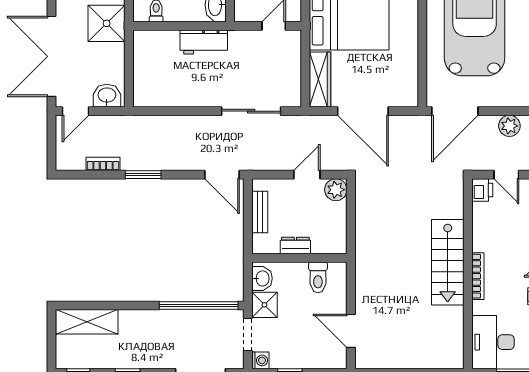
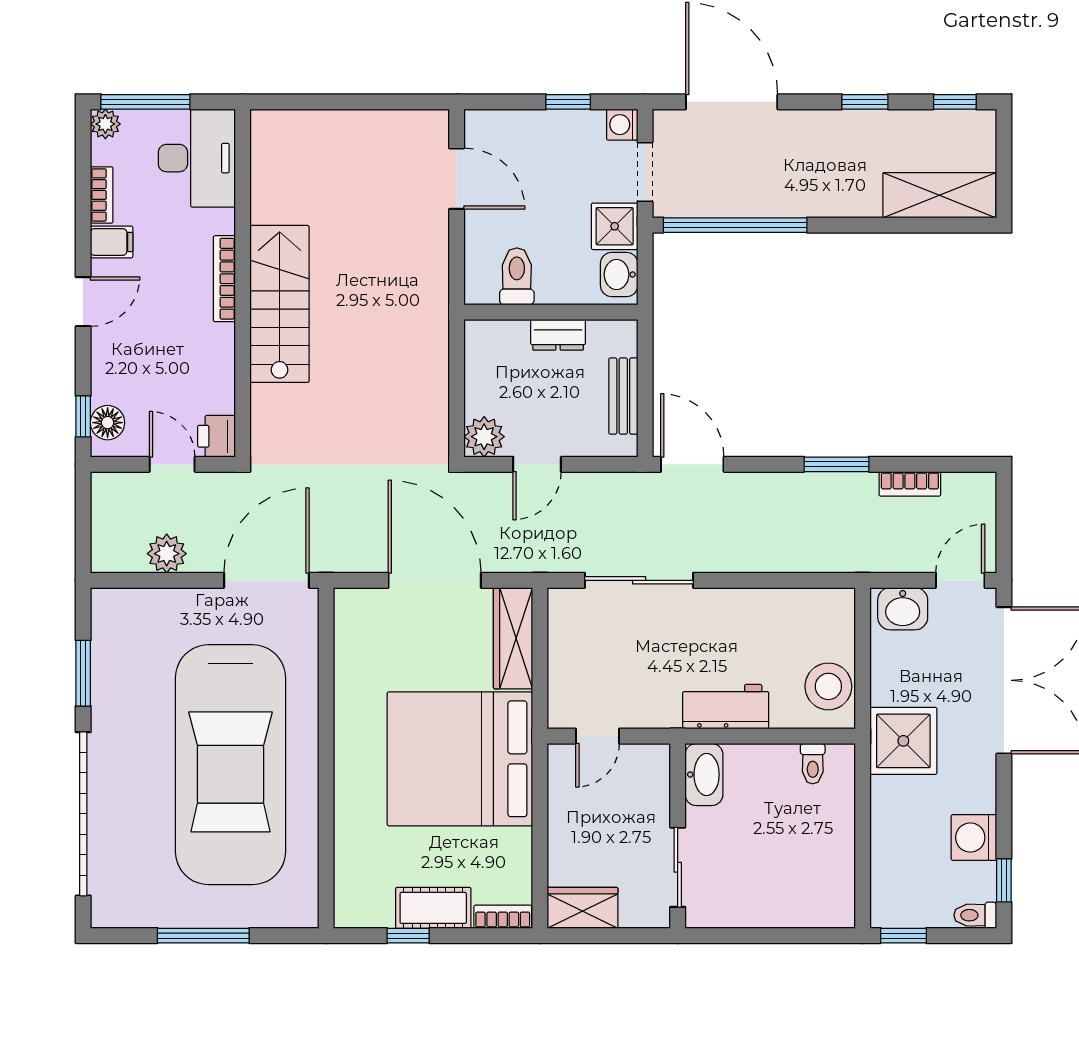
stool: (148, 53) -> (828, 686), added

